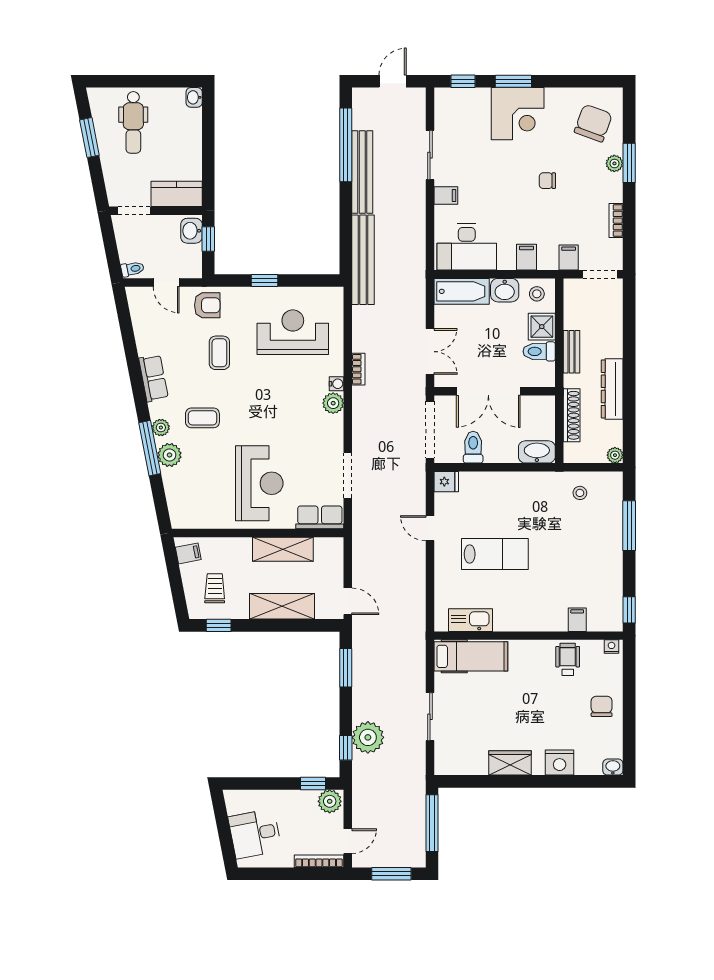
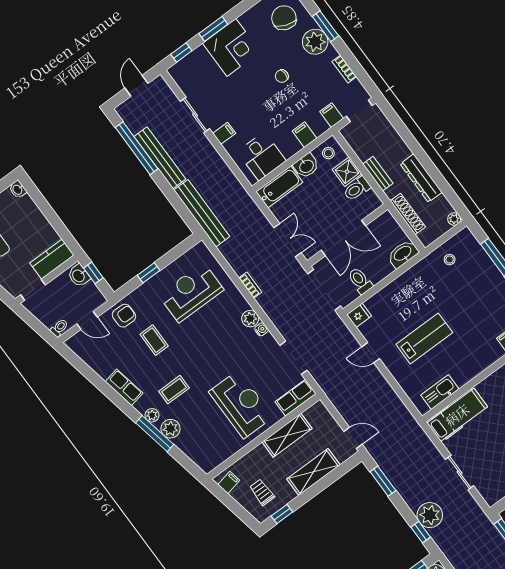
plant: (614, 163) -> (315, 42), width x1.87, depth x1.87
desk: (467, 247) -> (262, 156), width x0.73
water cooler: (337, 384) -> (262, 329), moved

